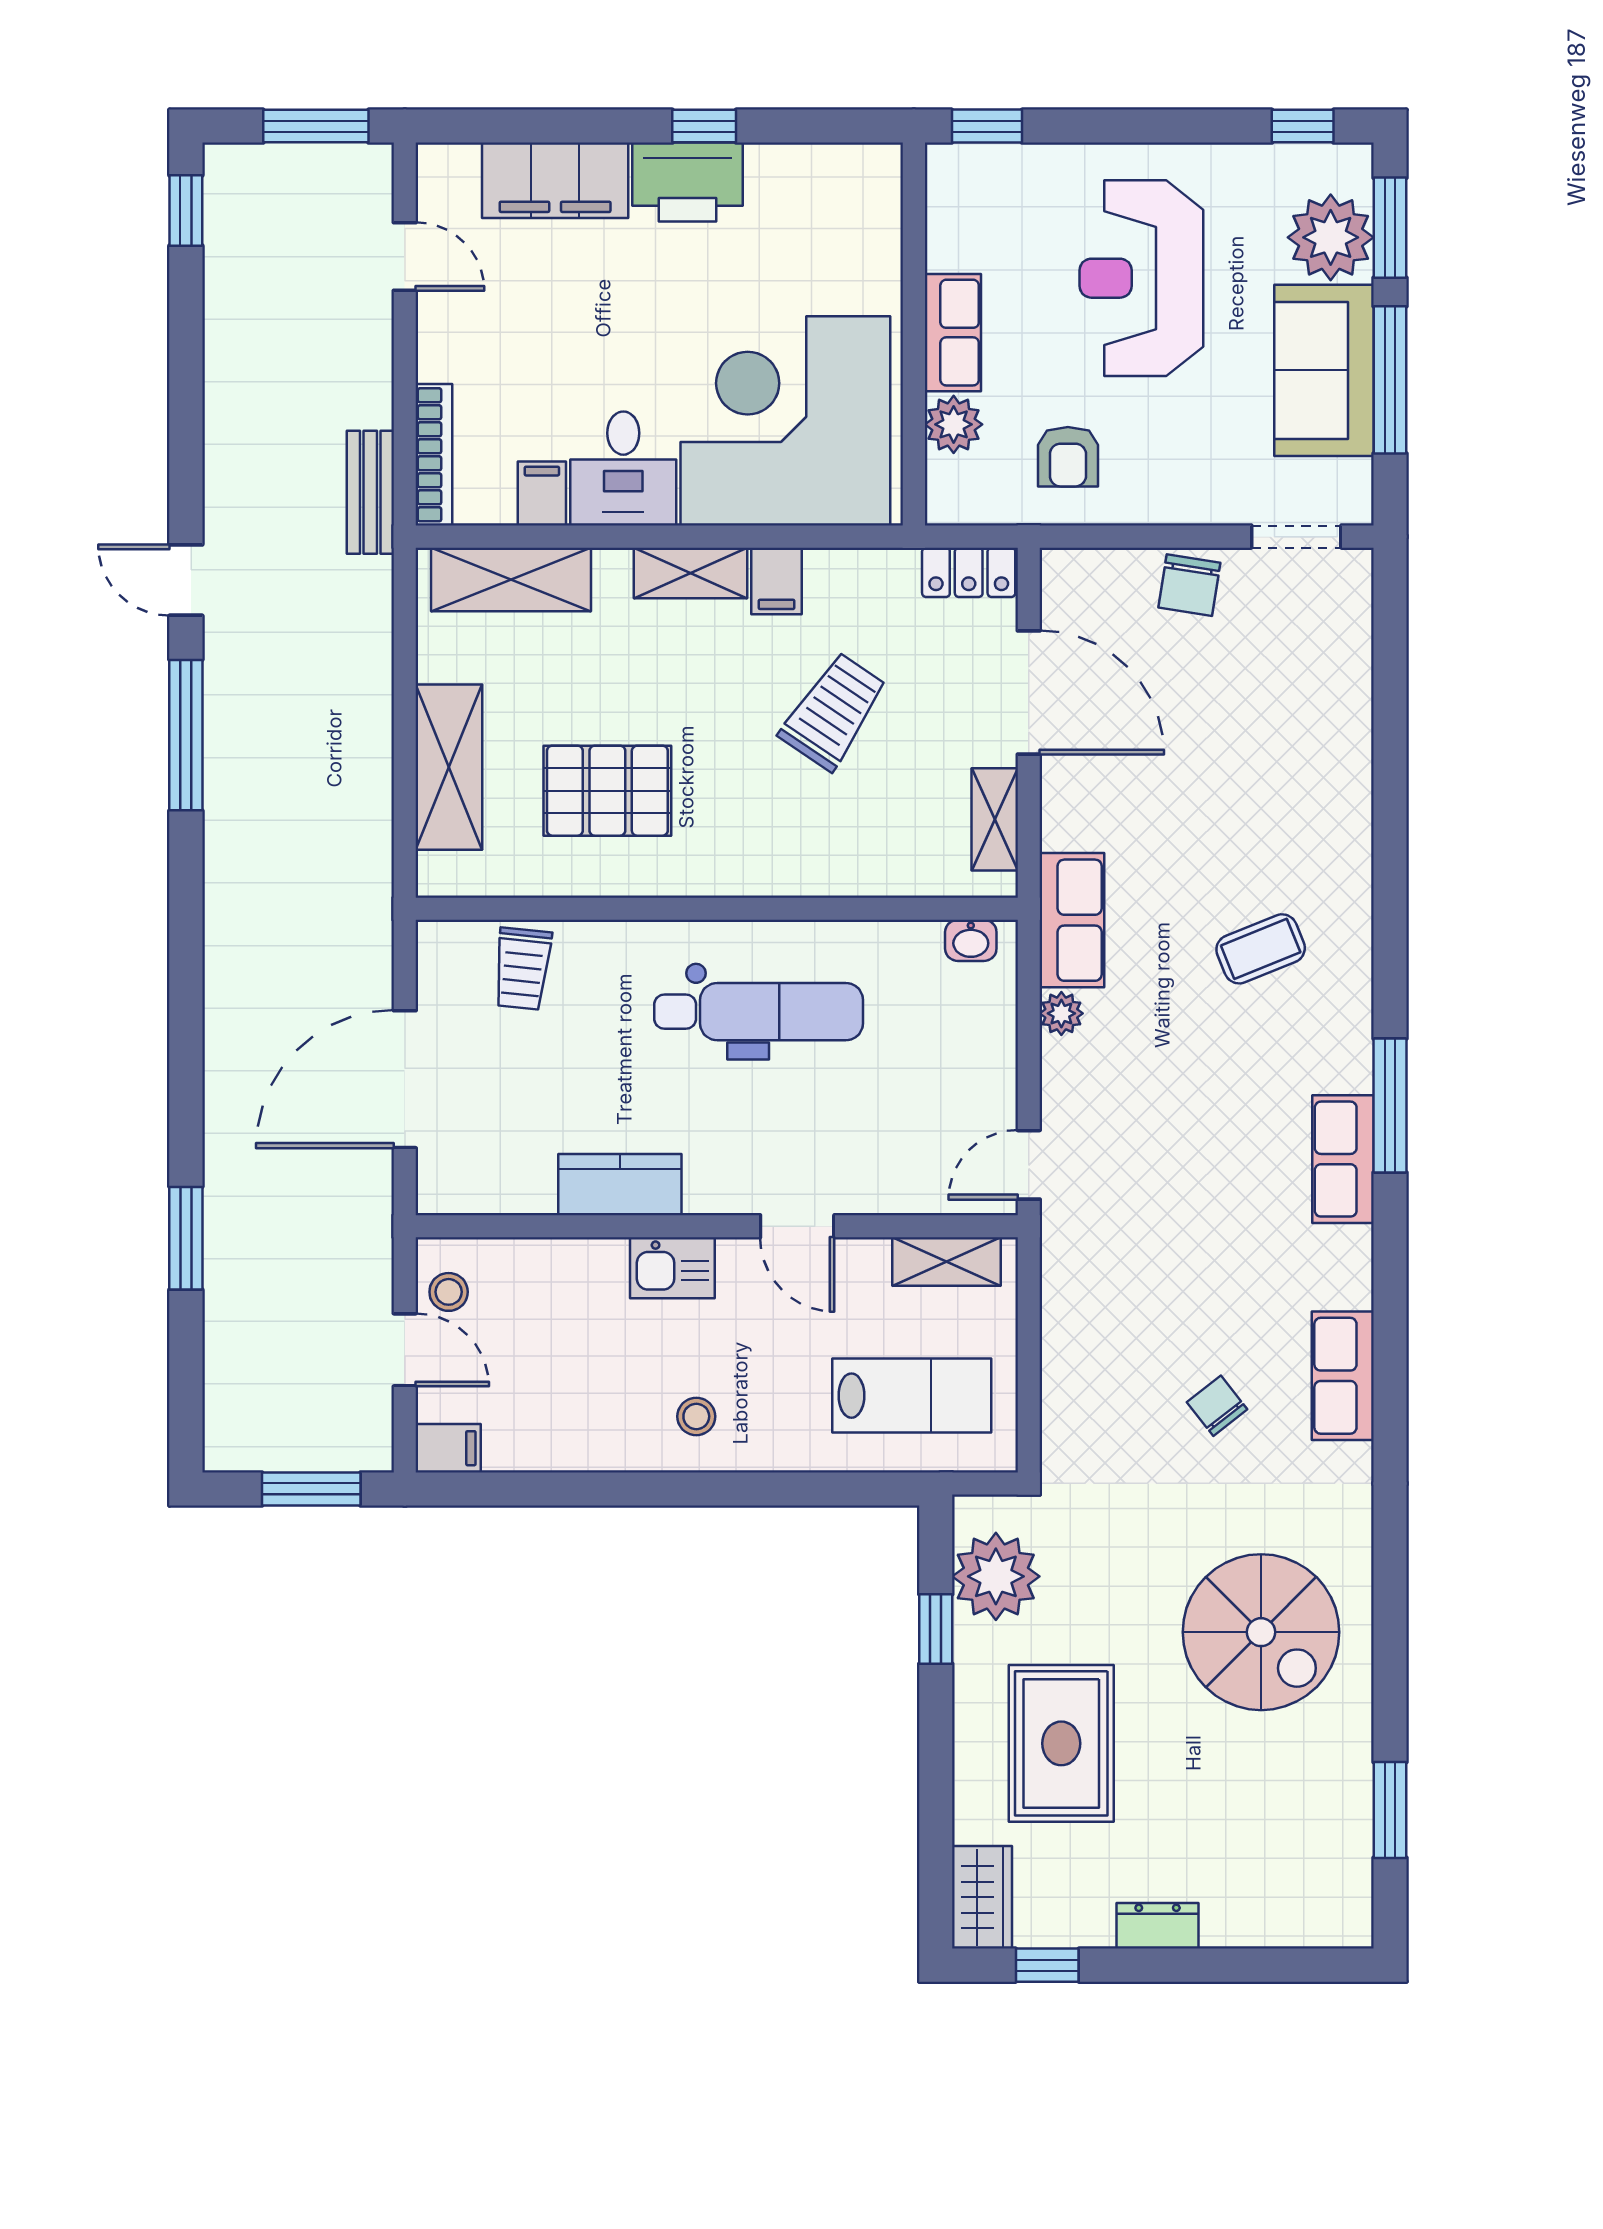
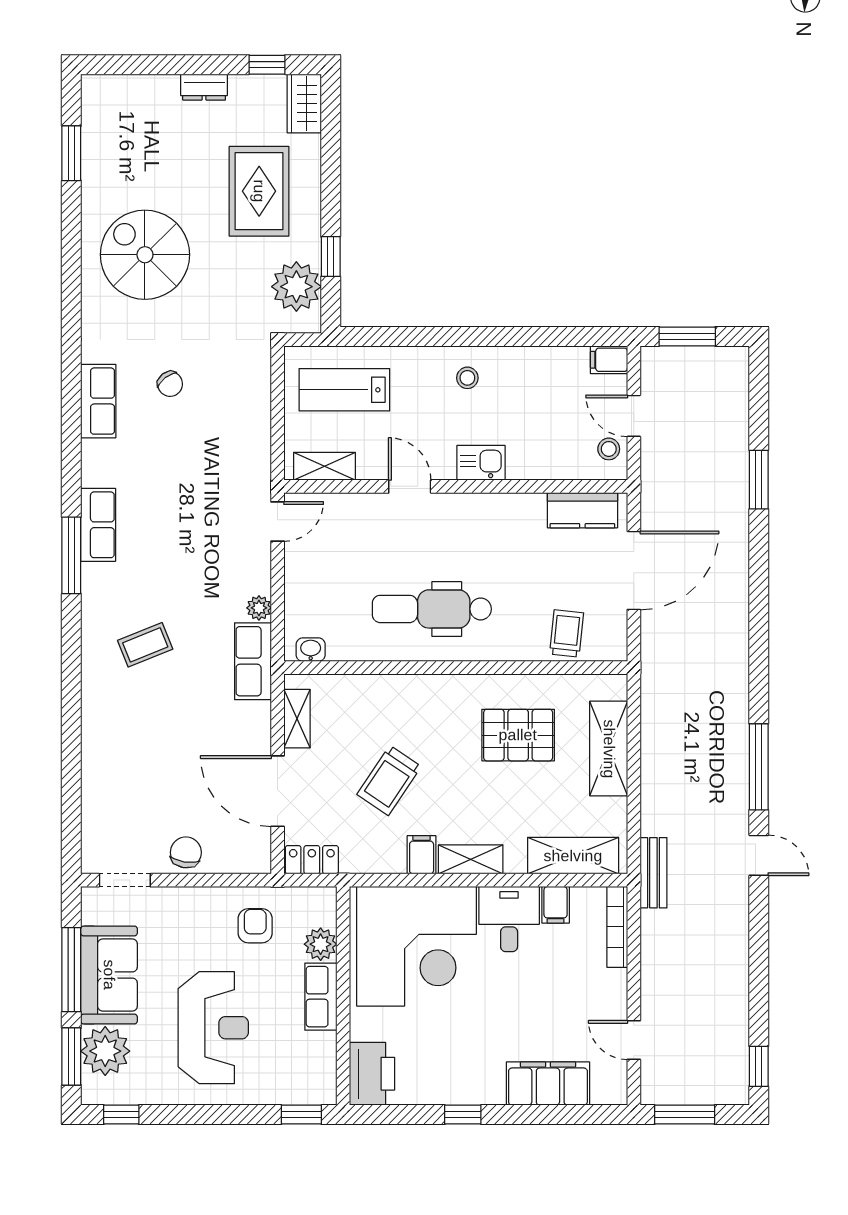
printer: (688, 182) -> (372, 1074), moved, turned 90
bench: (370, 492) -> (653, 873), moved
kitchen counter: (620, 1185) -> (582, 510), moved

